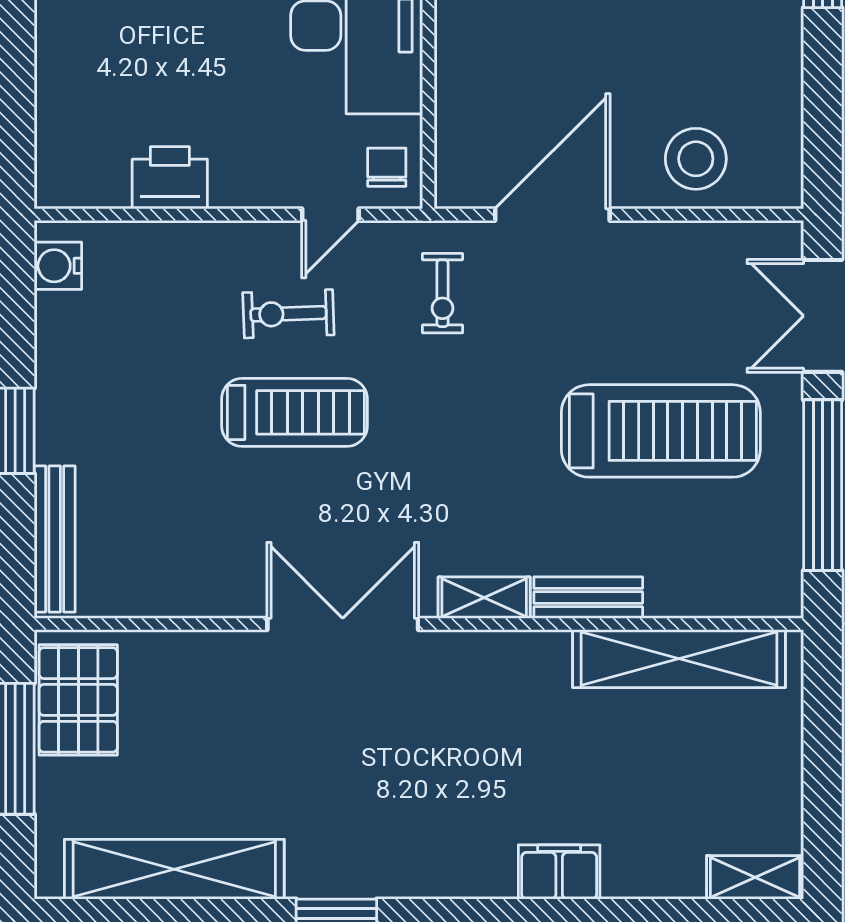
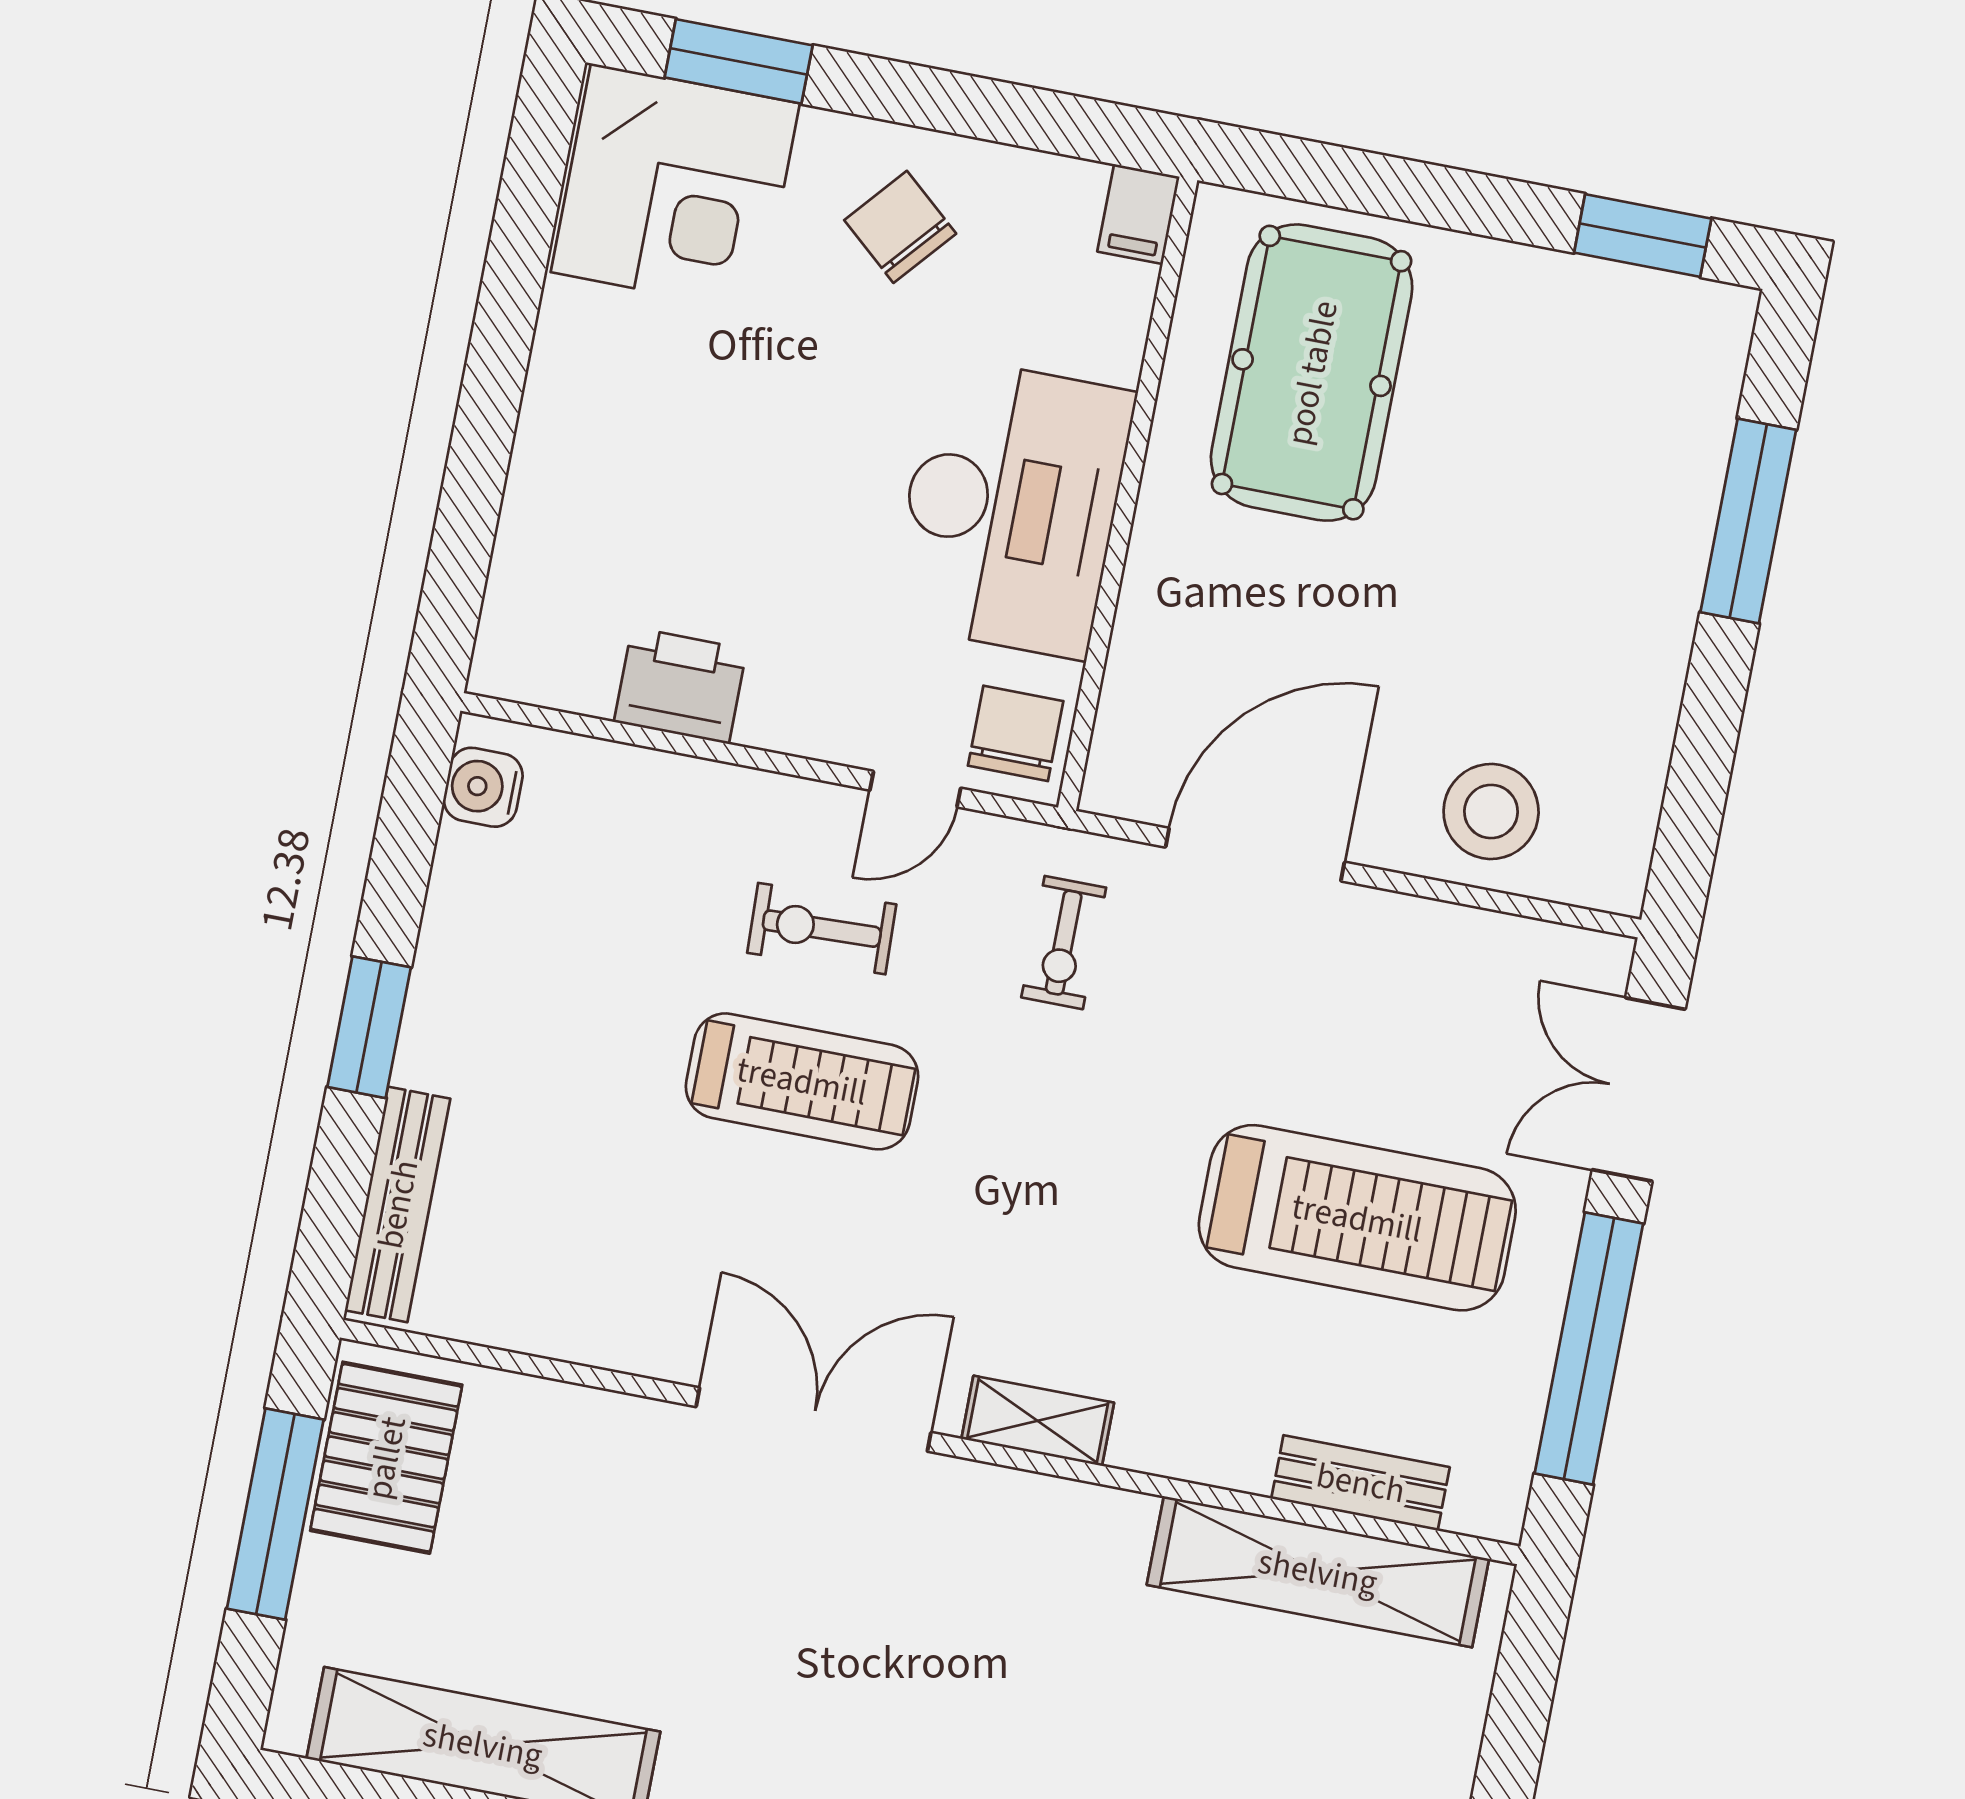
chair: (387, 167) -> (1016, 733), width x1.37, depth x1.37
bench: (588, 598) -> (1361, 1483), moved

